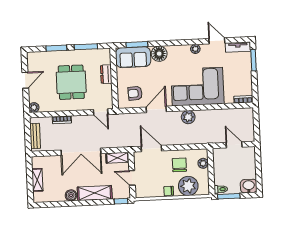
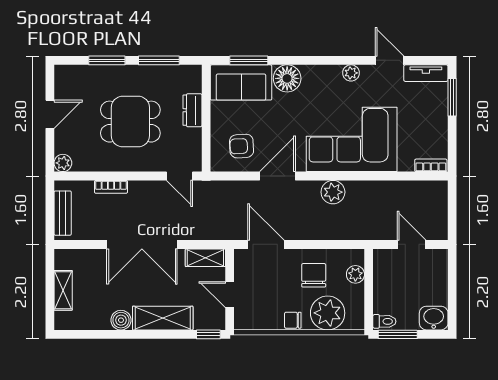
dining table: (71, 82) -> (130, 122), turned 90

